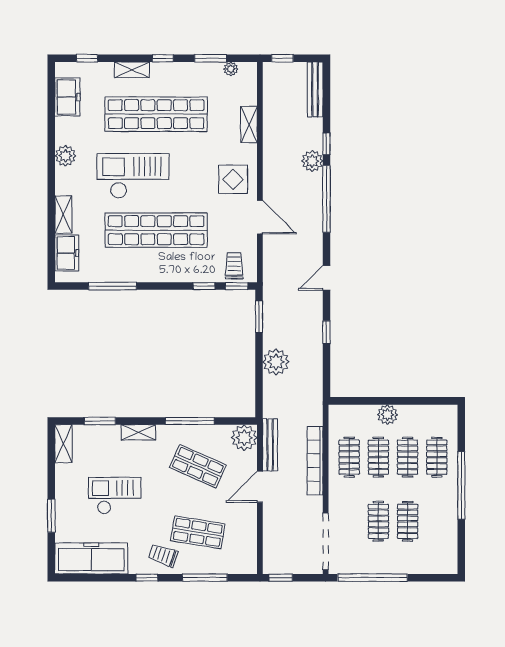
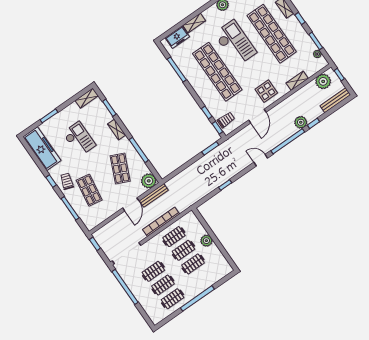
door: (326, 278) -> (261, 160), moved
plant: (276, 362) -> (323, 81), moved
clothes rail: (437, 457) -> (172, 299), moved
door: (260, 487) -> (131, 204), swing flipped

